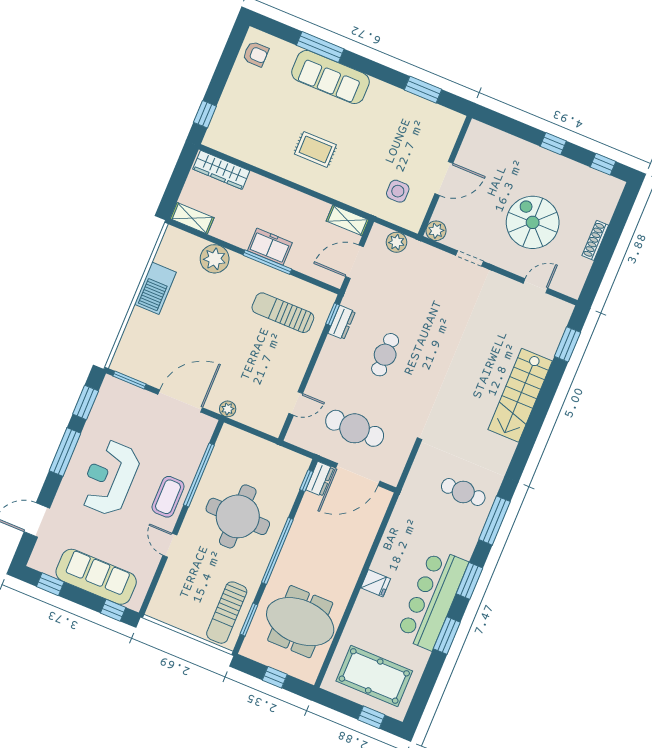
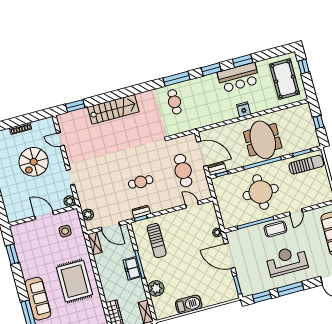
rug: (315, 149) -> (74, 281), width x1.86, depth x2.06
reception desk: (110, 478) -> (287, 261), turned 180
bar counter: (432, 599) -> (238, 78), width x0.73
meeting table: (300, 622) -> (263, 140), moved

